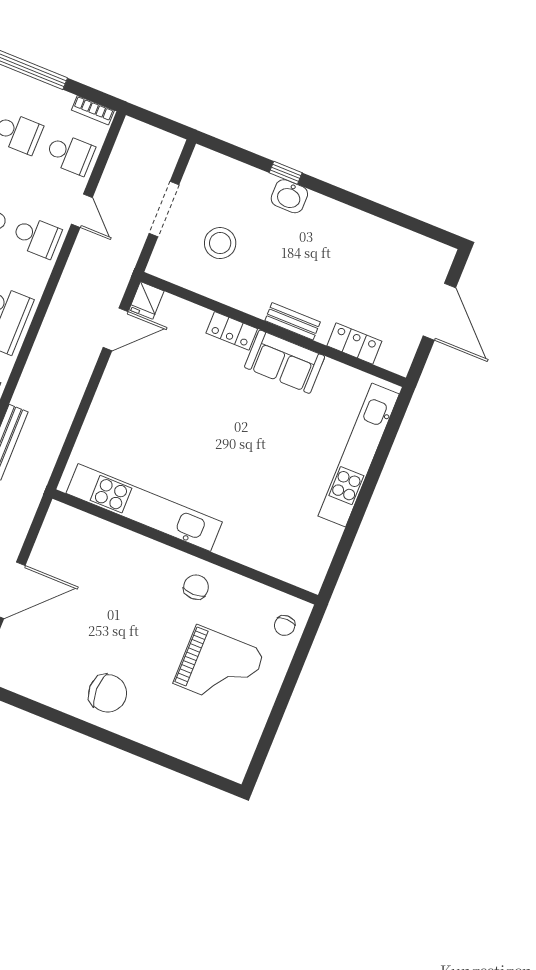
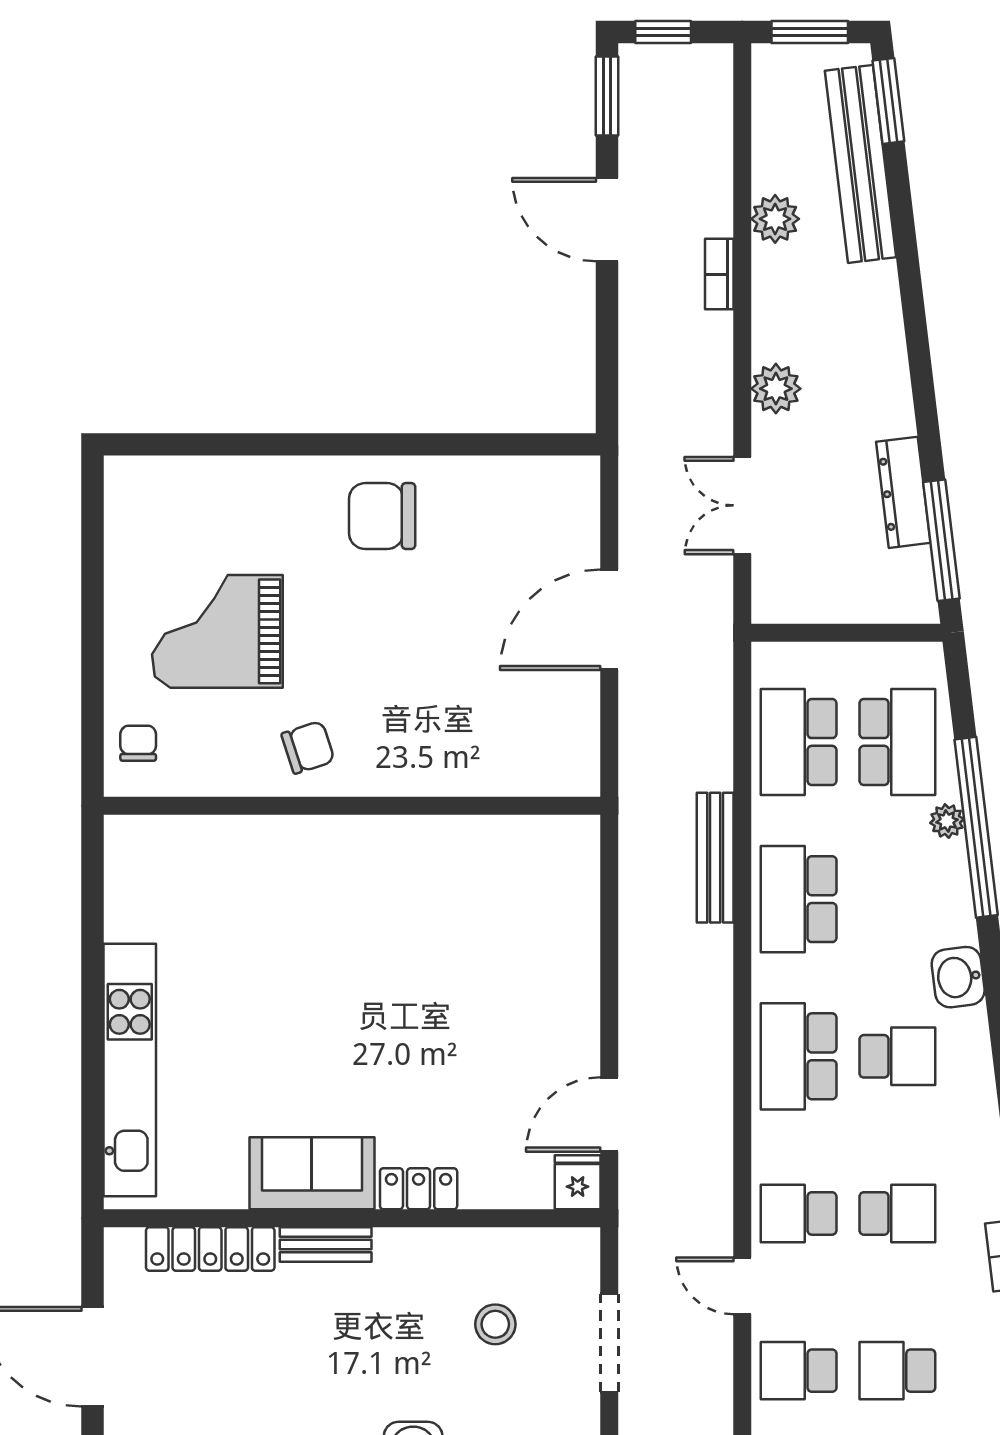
stool: (220, 243) -> (495, 1324), width x0.73, depth x0.73
locker: (354, 343) -> (210, 1249), width x1.53
kitchen unit: (144, 508) -> (445, 843), removed
chair: (196, 587) -> (308, 747), turned -108

